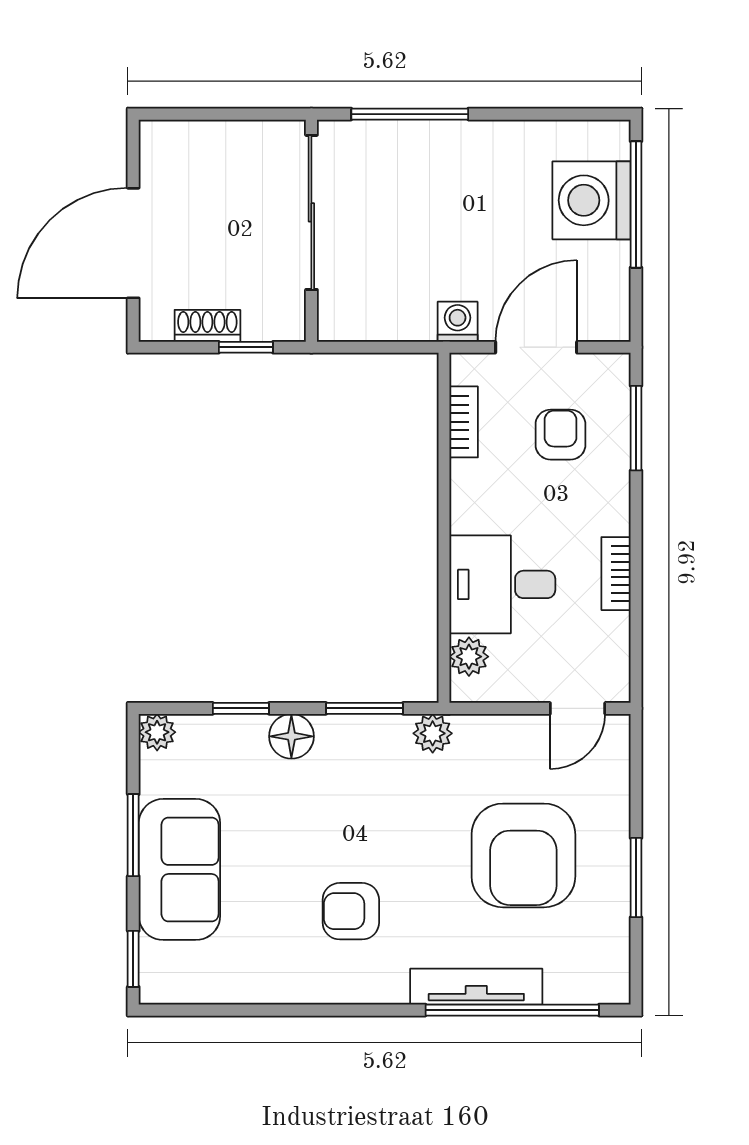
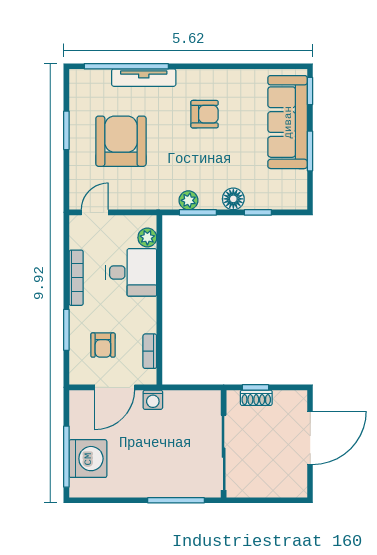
shoe rack: (207, 326) -> (256, 398), moved
window: (636, 428) -> (66, 330), moved
bookcase: (616, 574) -> (76, 278), width x1.56
plant: (157, 732) -> (298, 201), removed
plant: (433, 733) -> (188, 200), moved
sofa: (179, 869) -> (288, 122), width x1.36

